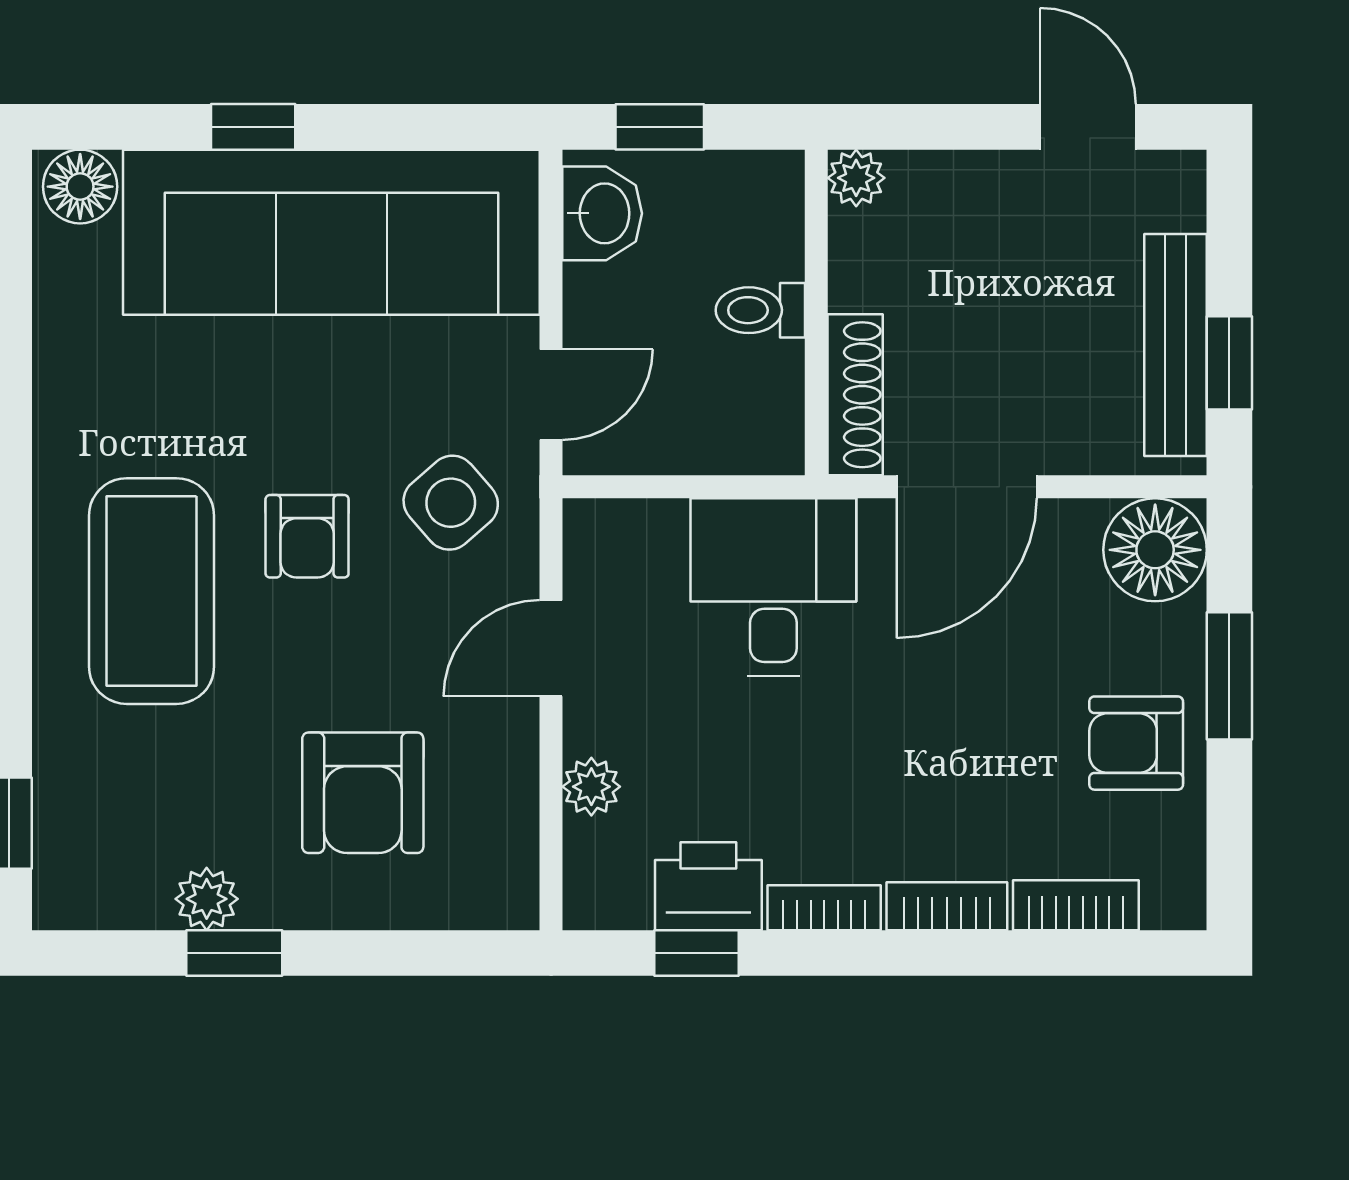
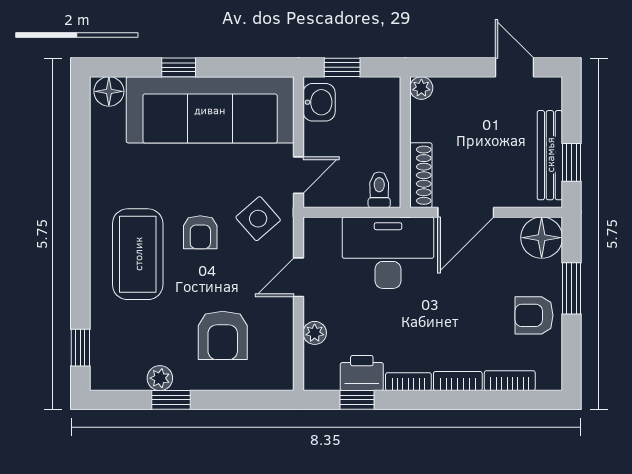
toilet: (760, 310) -> (379, 190), moved, turned 90
desk: (773, 587) -> (388, 253), width x1.37

